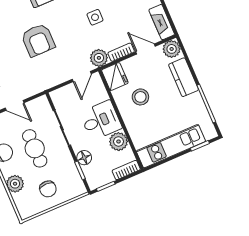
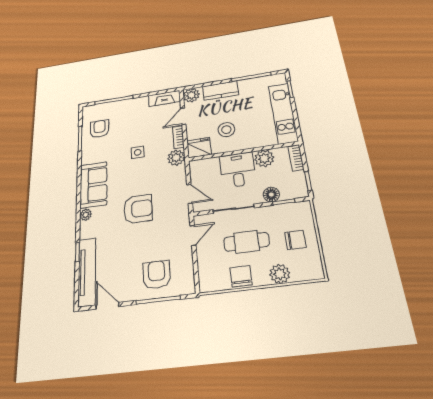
door: (82, 76) -> (190, 194), moved
door: (15, 105) -> (193, 235), moved

